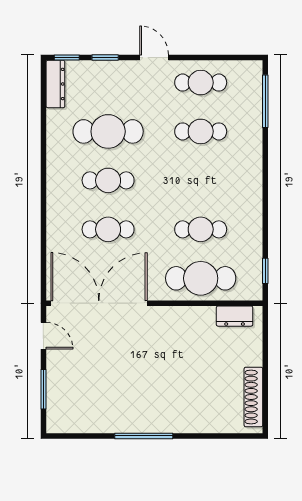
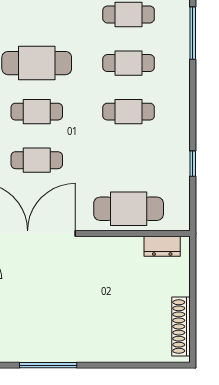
cafe table: (201, 229) -> (129, 112), moved
window: (265, 271) -> (193, 164), moved
window: (144, 436) -> (48, 365), moved

